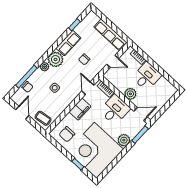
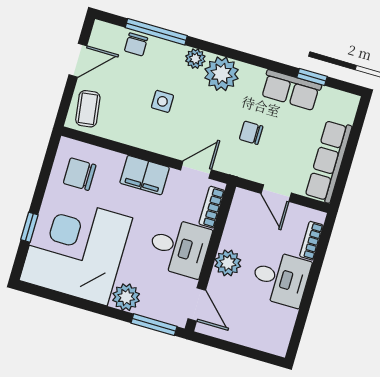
row of seats: (68, 43) -> (291, 90), moved

